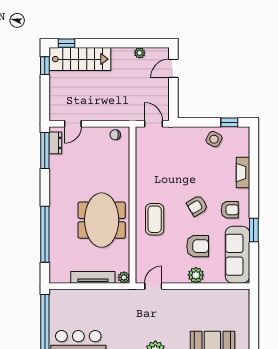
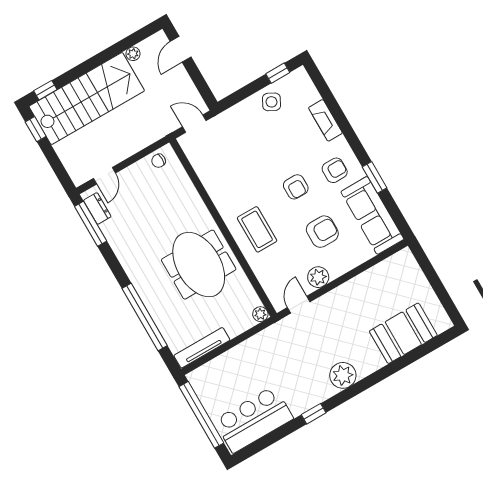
stairs: (80, 59) -> (87, 99), width x1.36, depth x1.51
armchair: (197, 206) -> (296, 187), turned -59
plant: (196, 275) -> (318, 277), moved
tv unit: (93, 277) -> (202, 348), moved

